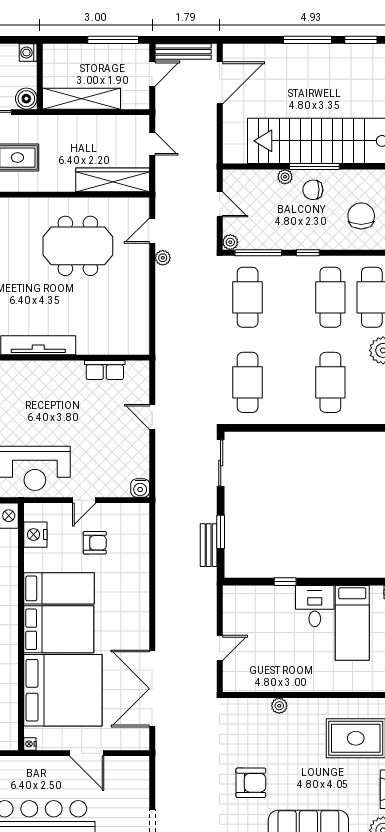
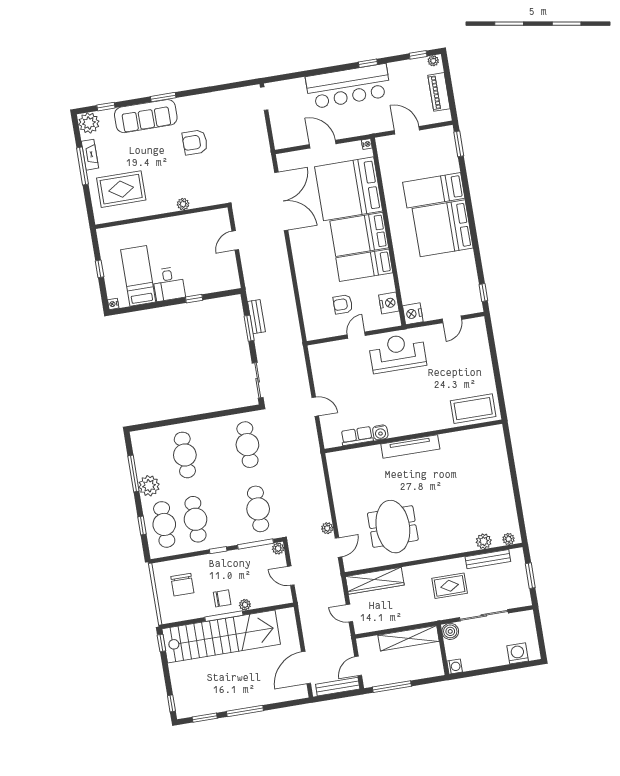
meeting table: (78, 246) -> (393, 527), turned 90
water cooler: (140, 488) -> (380, 432), moved, turned 180

